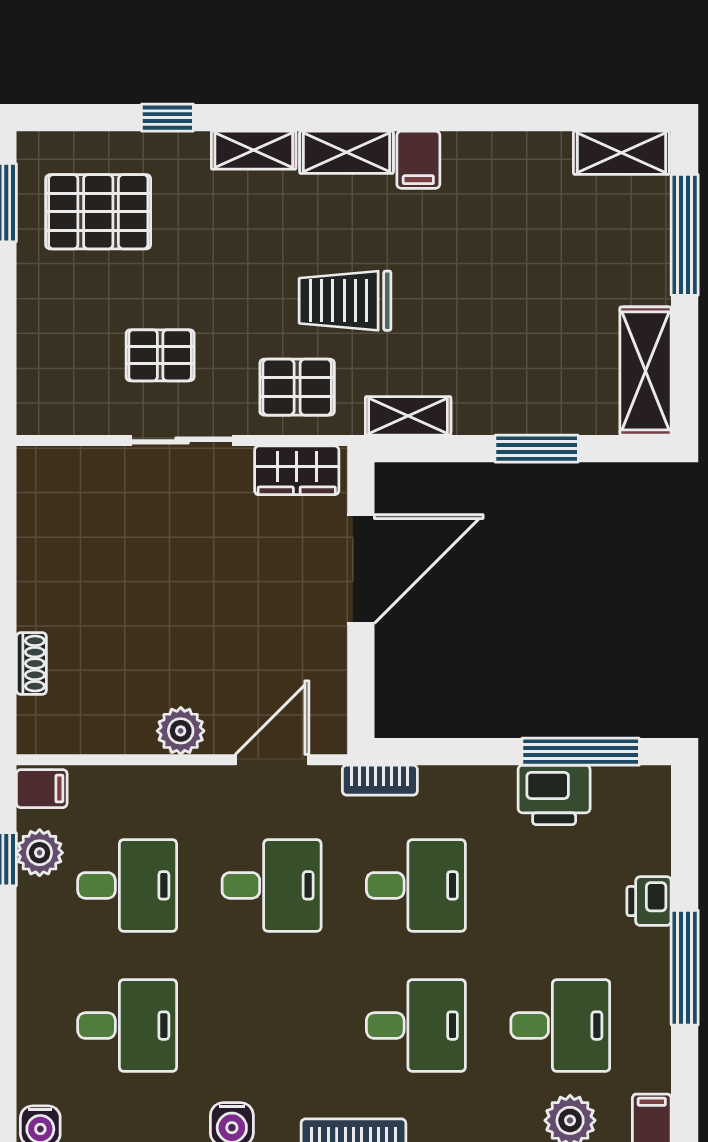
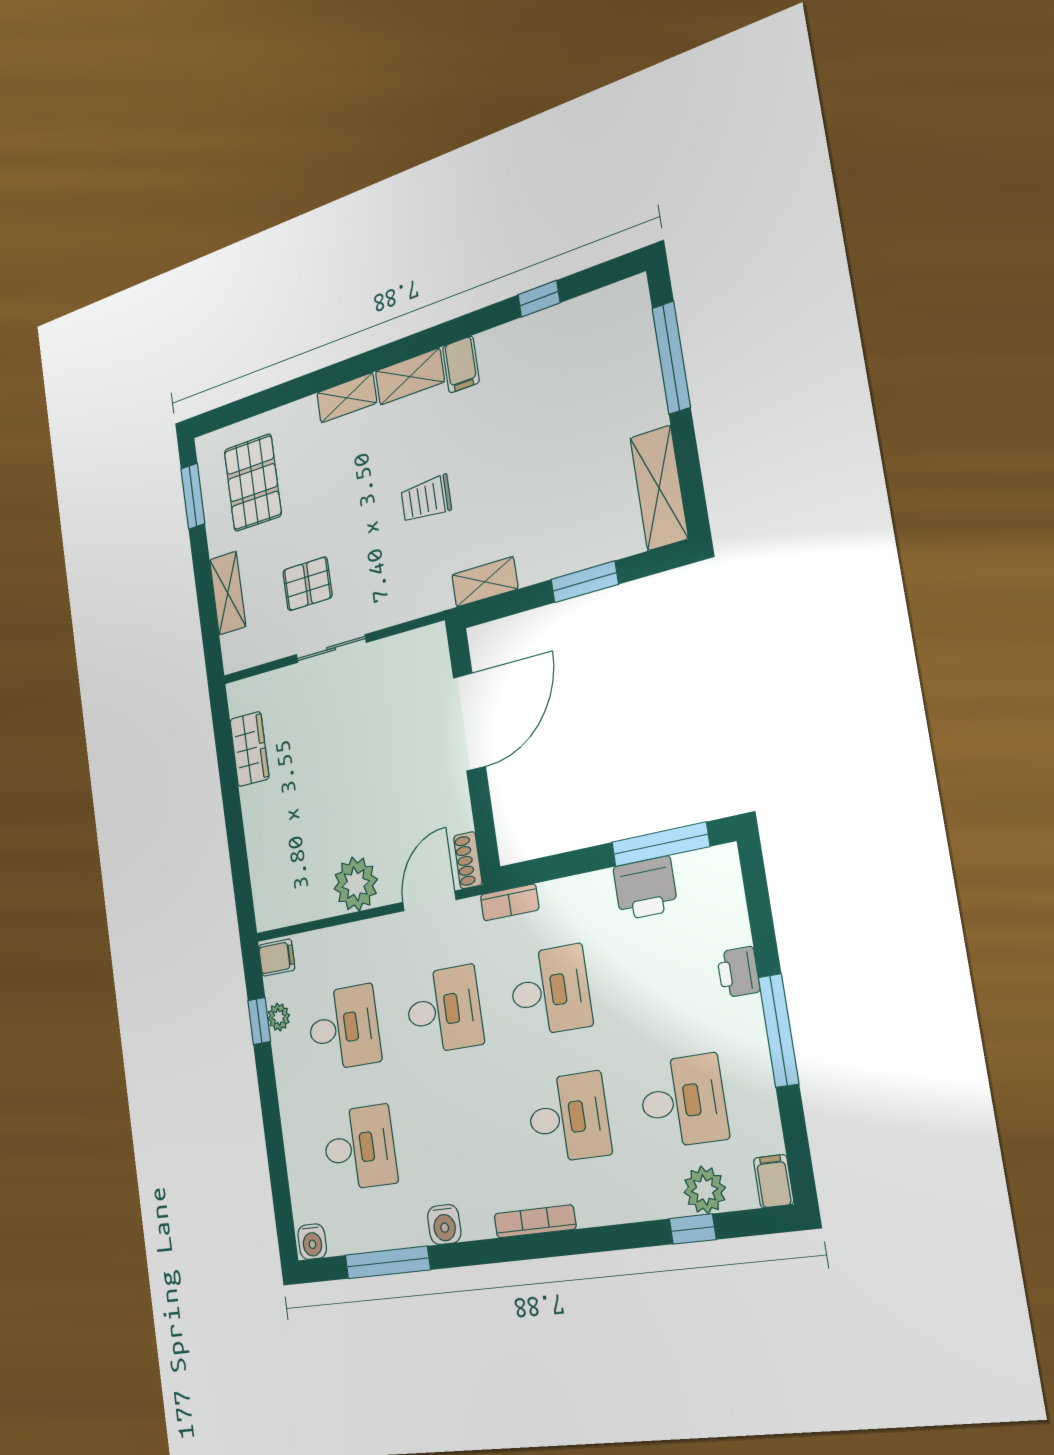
window: (167, 118) -> (539, 299), moved
shelving: (621, 153) -> (228, 593), moved, turned 90
pallet: (98, 212) -> (253, 483), turned 90
trolley: (345, 301) -> (426, 499), width x0.73, depth x0.72
pallet: (297, 387) -> (403, 581), removed
wardrobe: (297, 470) -> (249, 749), moved, turned -90
shoe rack: (31, 663) -> (468, 860), moved, turned 180
plant: (181, 731) -> (356, 884), width x1.36, depth x1.36
plant: (40, 853) -> (279, 1017), width x0.73, depth x0.73

